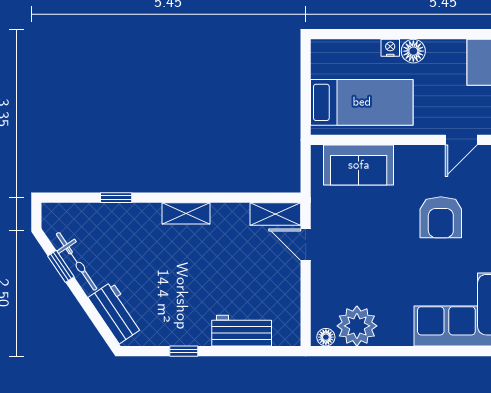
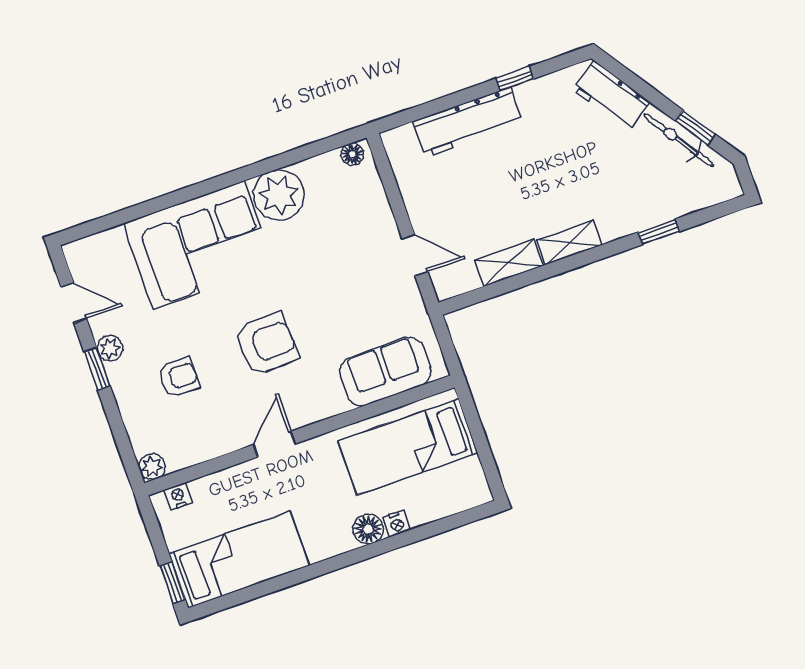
shelving: (275, 214) -> (509, 263), moved
armchair: (441, 217) -> (266, 344), turned 88
plant: (357, 326) -> (279, 195), moved
workbench: (242, 331) -> (468, 122), width x1.38

